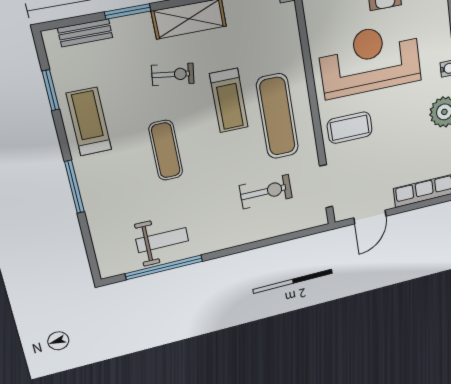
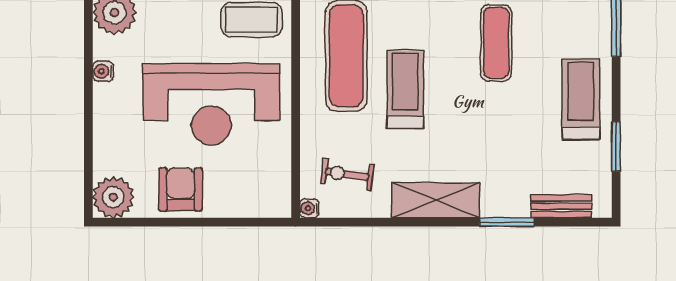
exercise bike: (173, 74) -> (347, 174), moved
treadmill: (89, 122) -> (581, 99), turned 180

